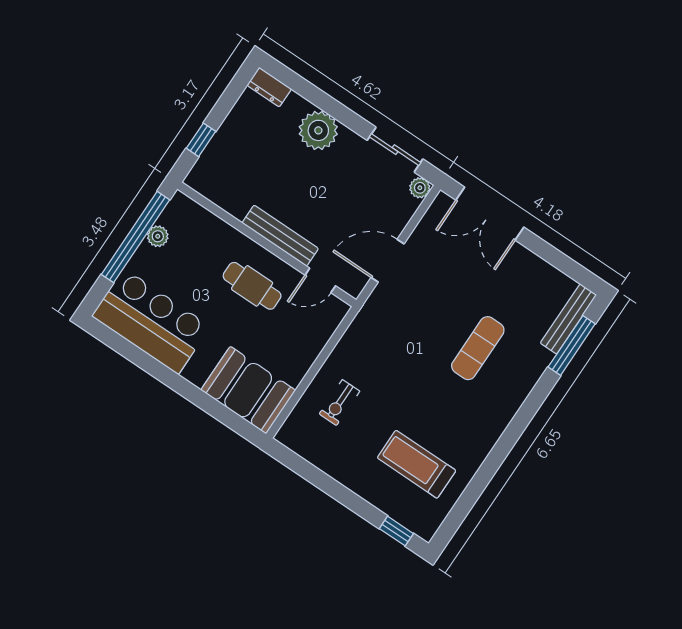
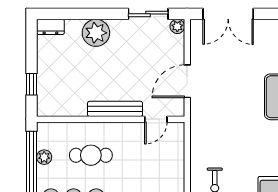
cafe table: (252, 286) -> (91, 155), moved

